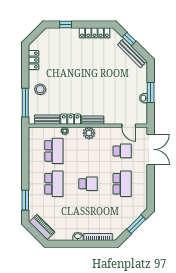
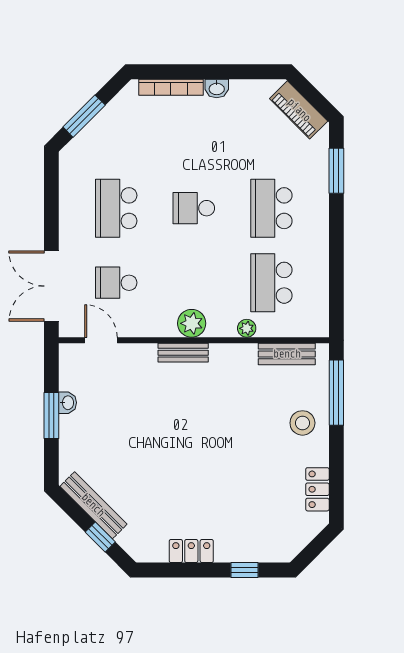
locker: (94, 33) -> (191, 551), width x0.66
locker: (71, 119) -> (233, 355), removed

